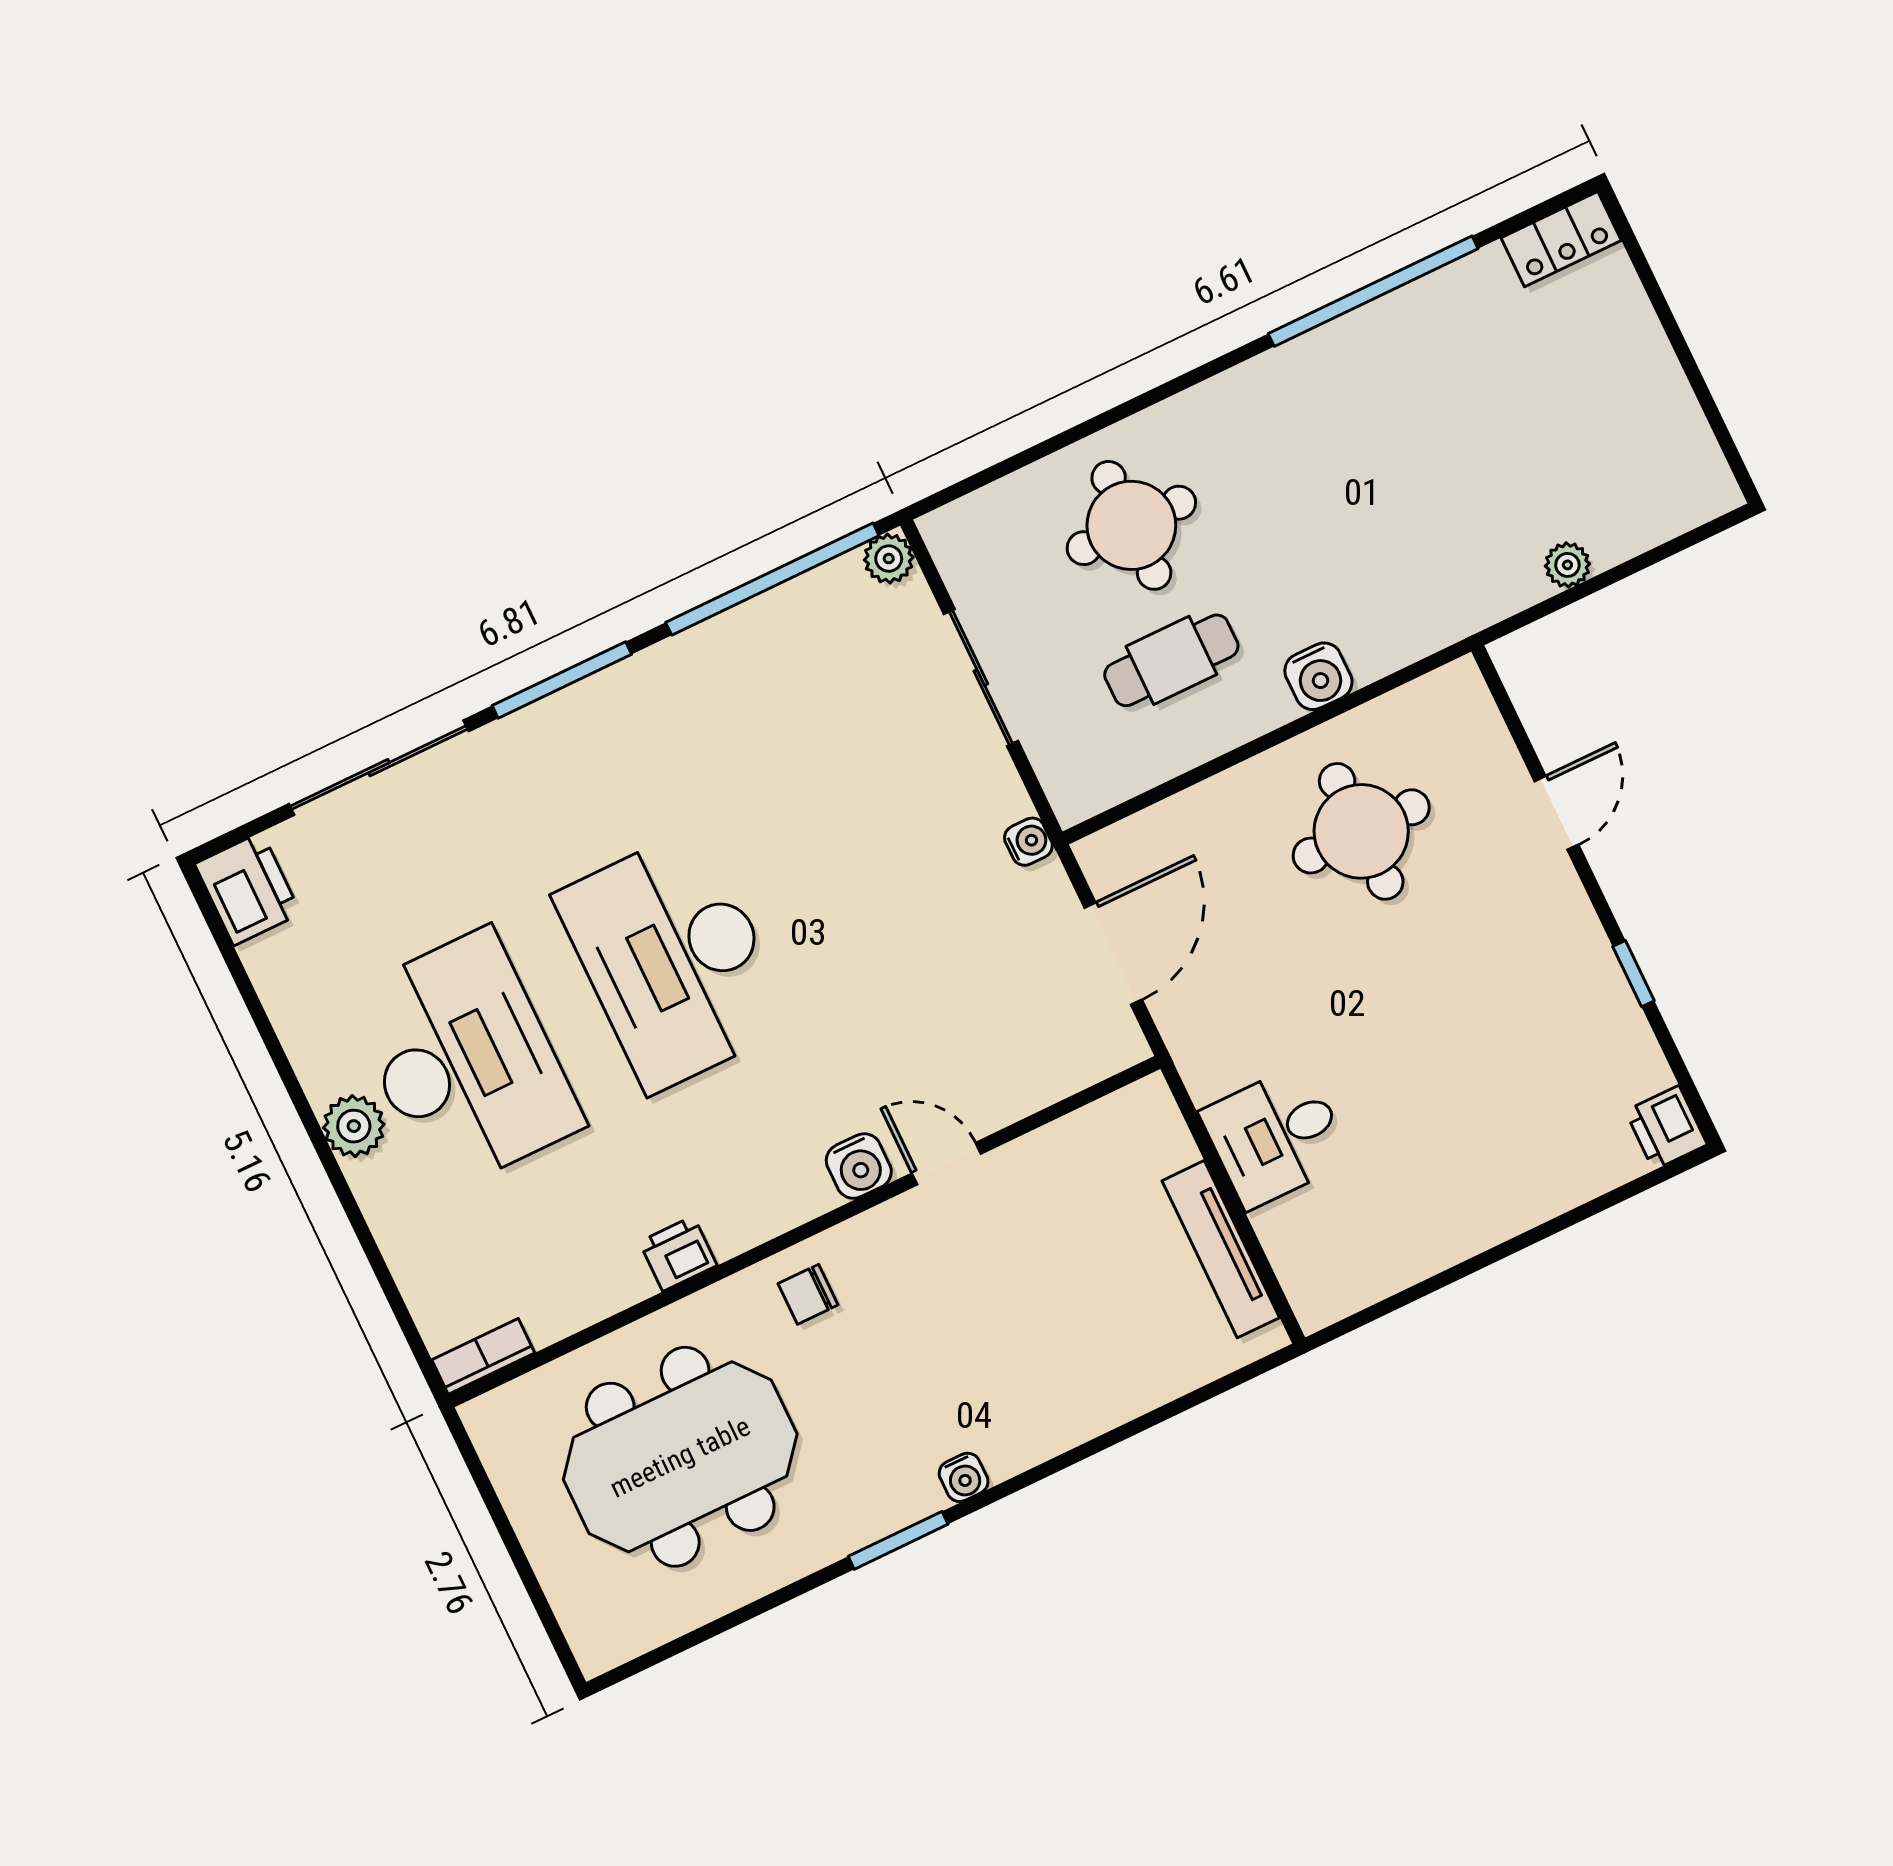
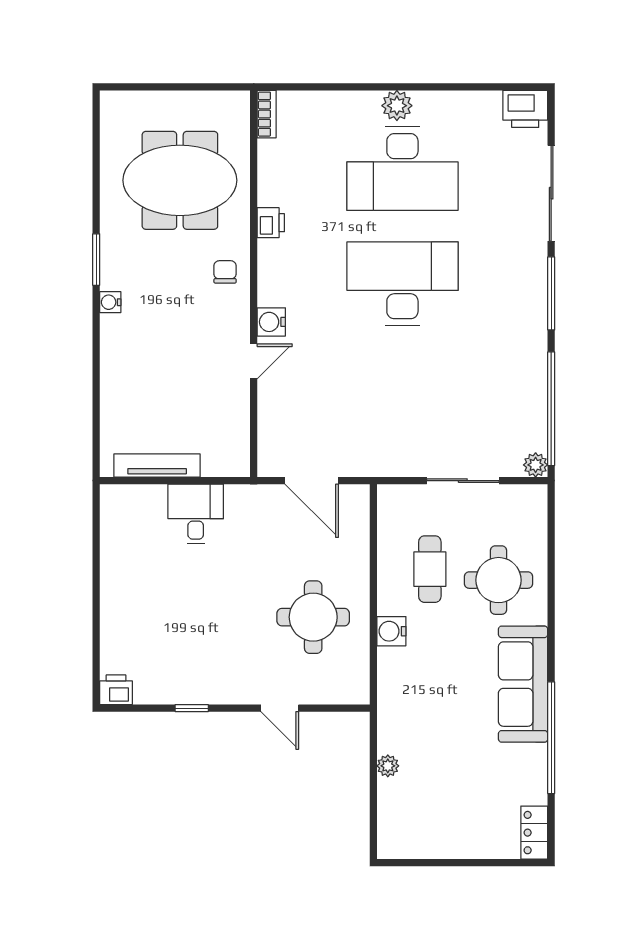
sofa: (1300, 390) -> (523, 684), added
water cooler: (1028, 842) -> (380, 467), removed
meeting table: (680, 1457) -> (180, 180), turned 90

